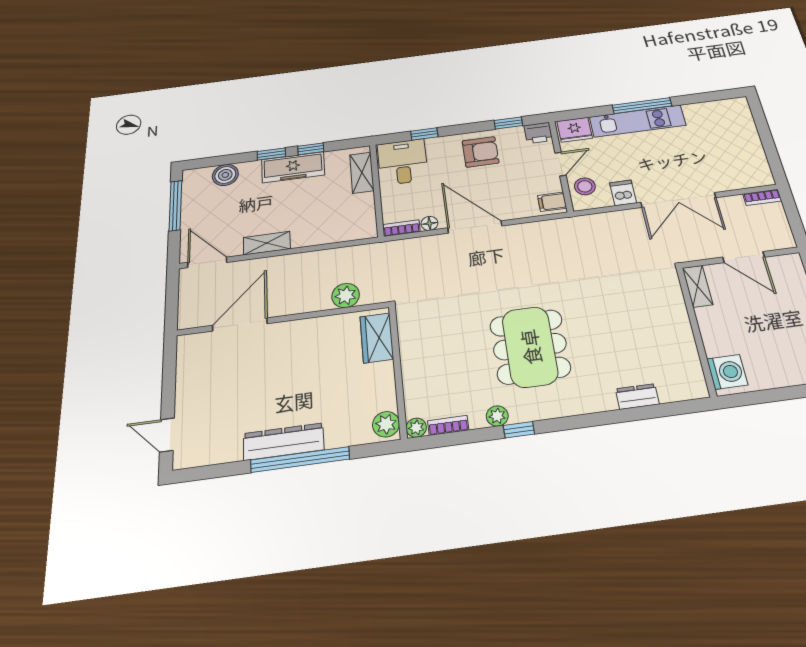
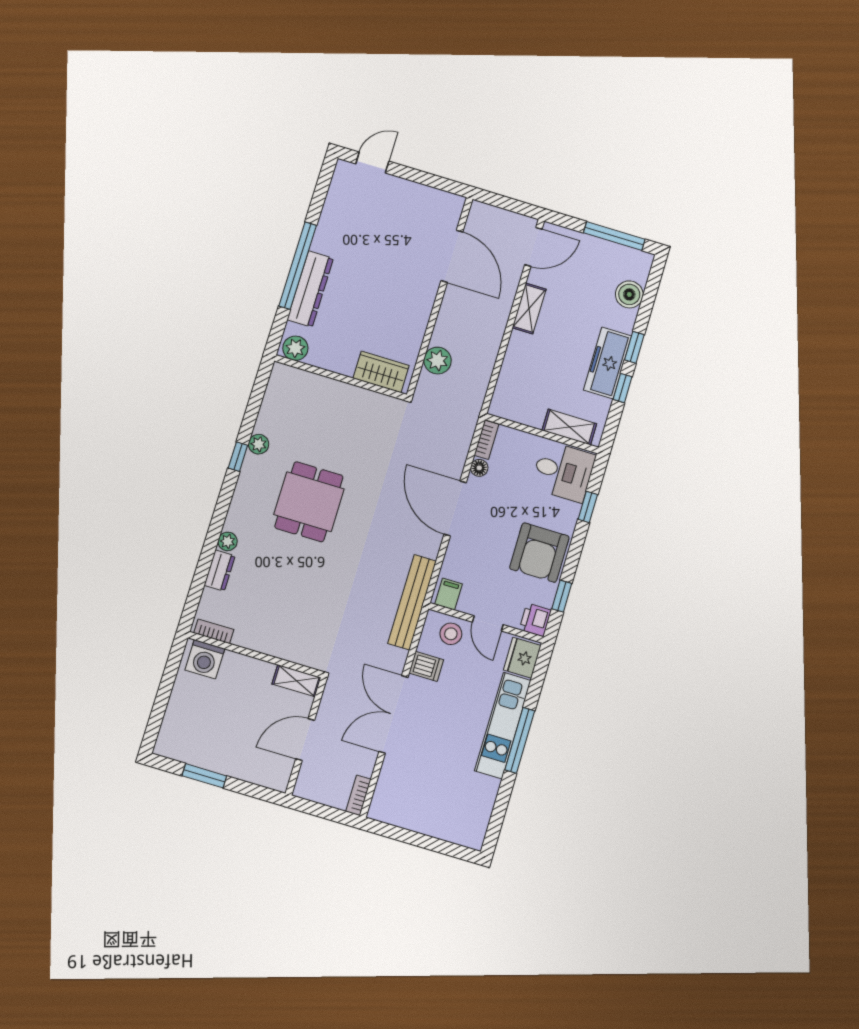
armchair: (481, 152) -> (539, 553), width x1.36, depth x1.36
bench: (575, 226) -> (412, 602), added
door: (475, 227) -> (455, 508), swing flipped
dining table: (530, 347) -> (309, 502), width x0.73
bookcase: (448, 425) -> (214, 631), moved, turned -90
plant: (416, 428) -> (228, 541), moved
dresser: (284, 442) -> (310, 289), moved

